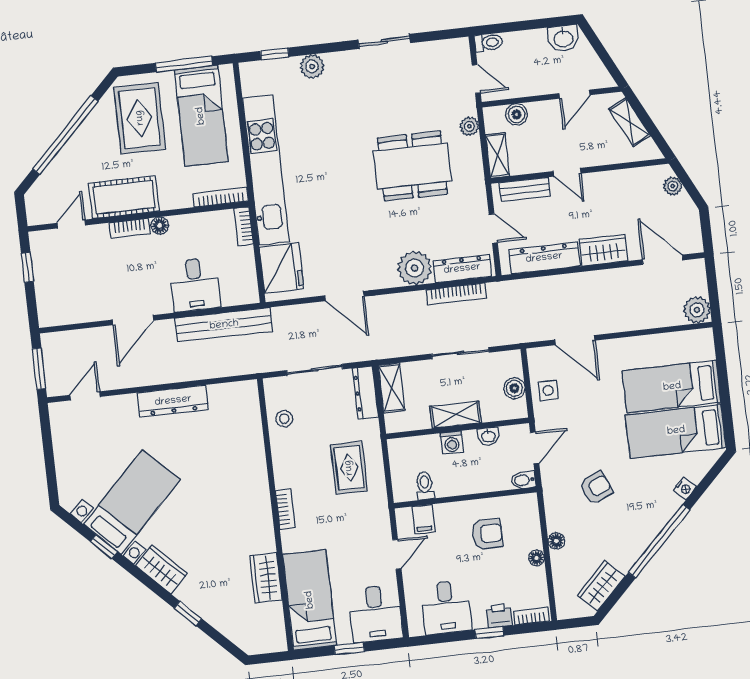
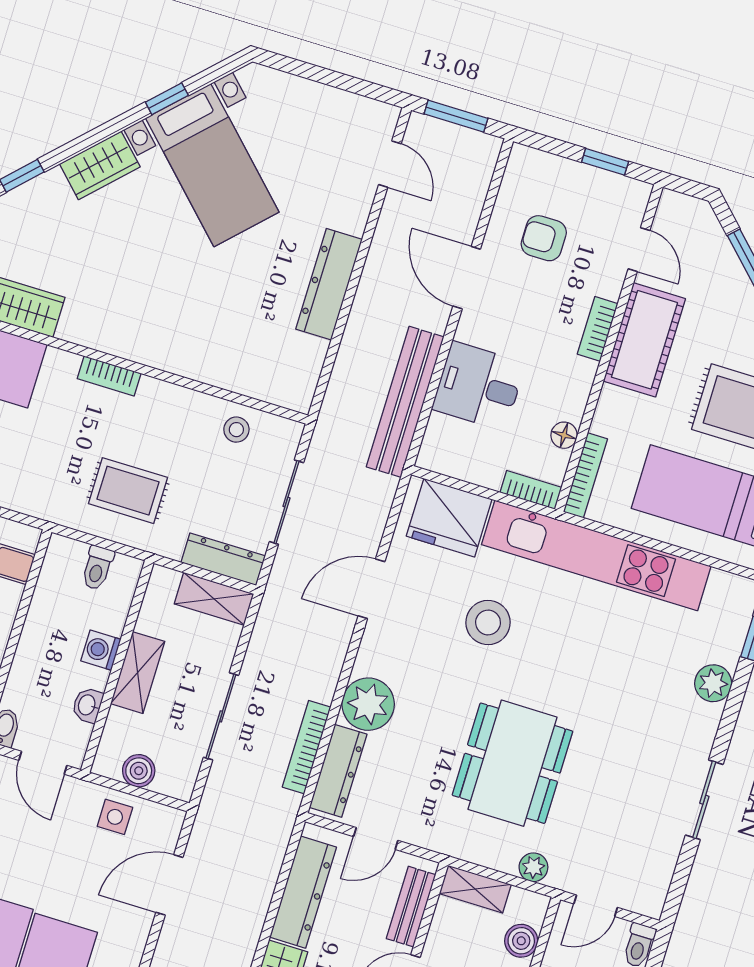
stool: (334, 217) -> (488, 623), added
floor lamp: (160, 225) -> (564, 435), moved
armchair: (89, 284) -> (544, 238), added
toilet: (425, 486) -> (97, 568), moved, turned 90

